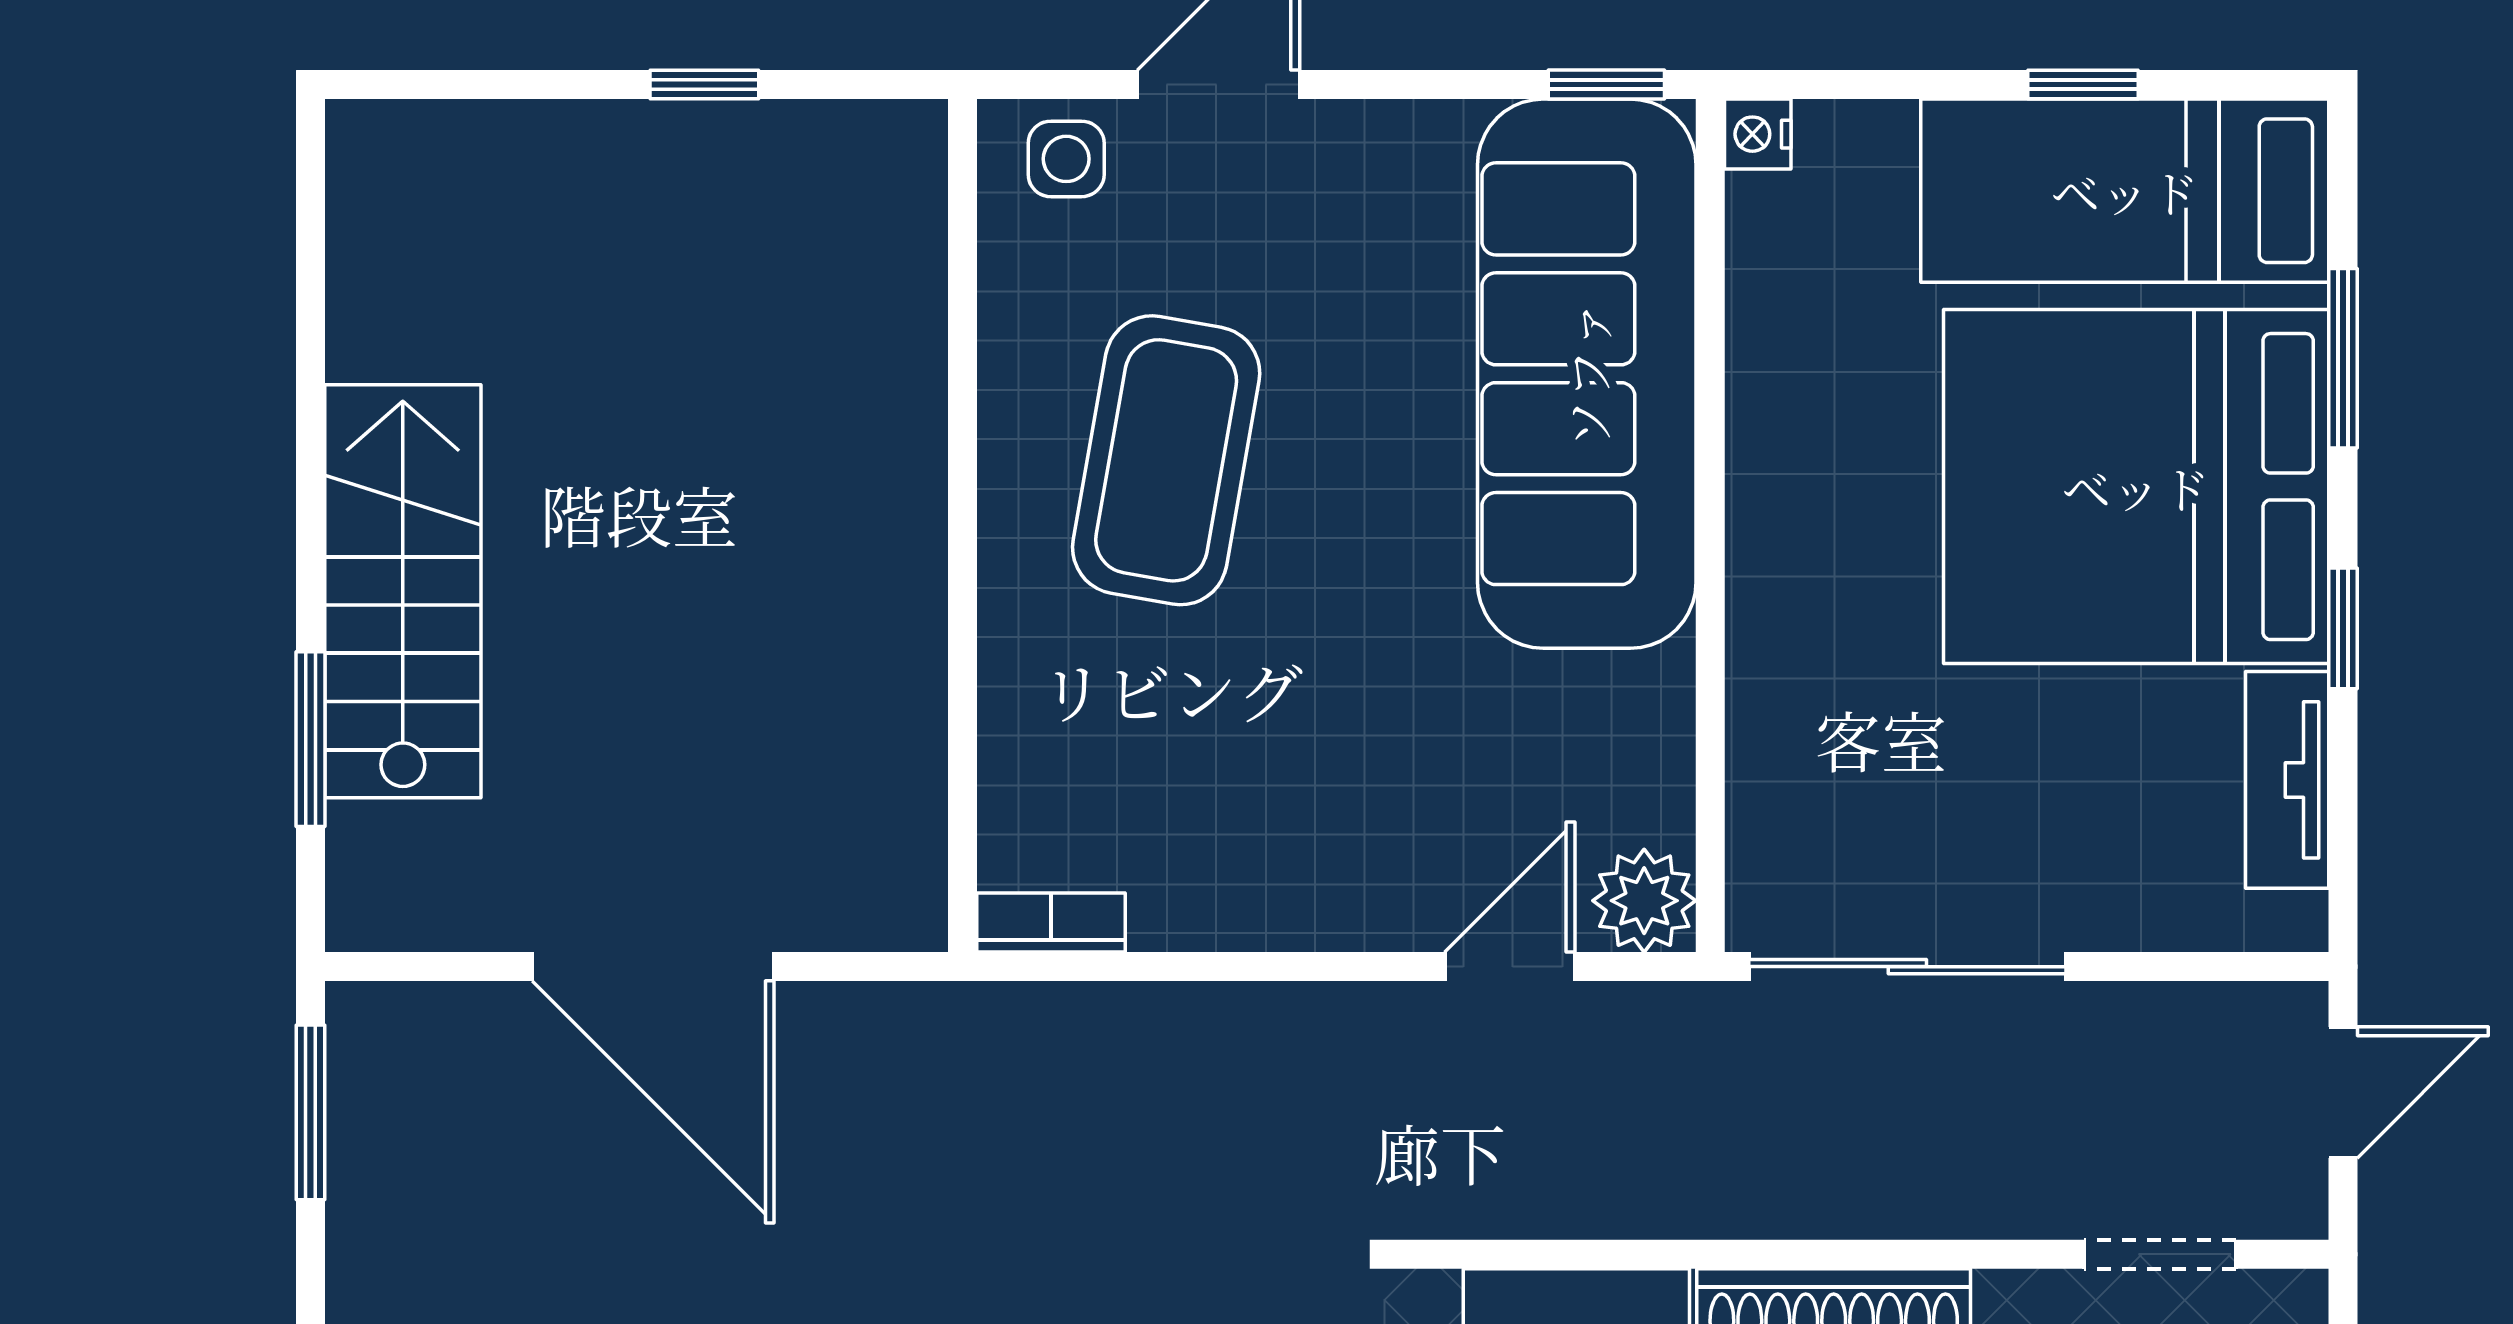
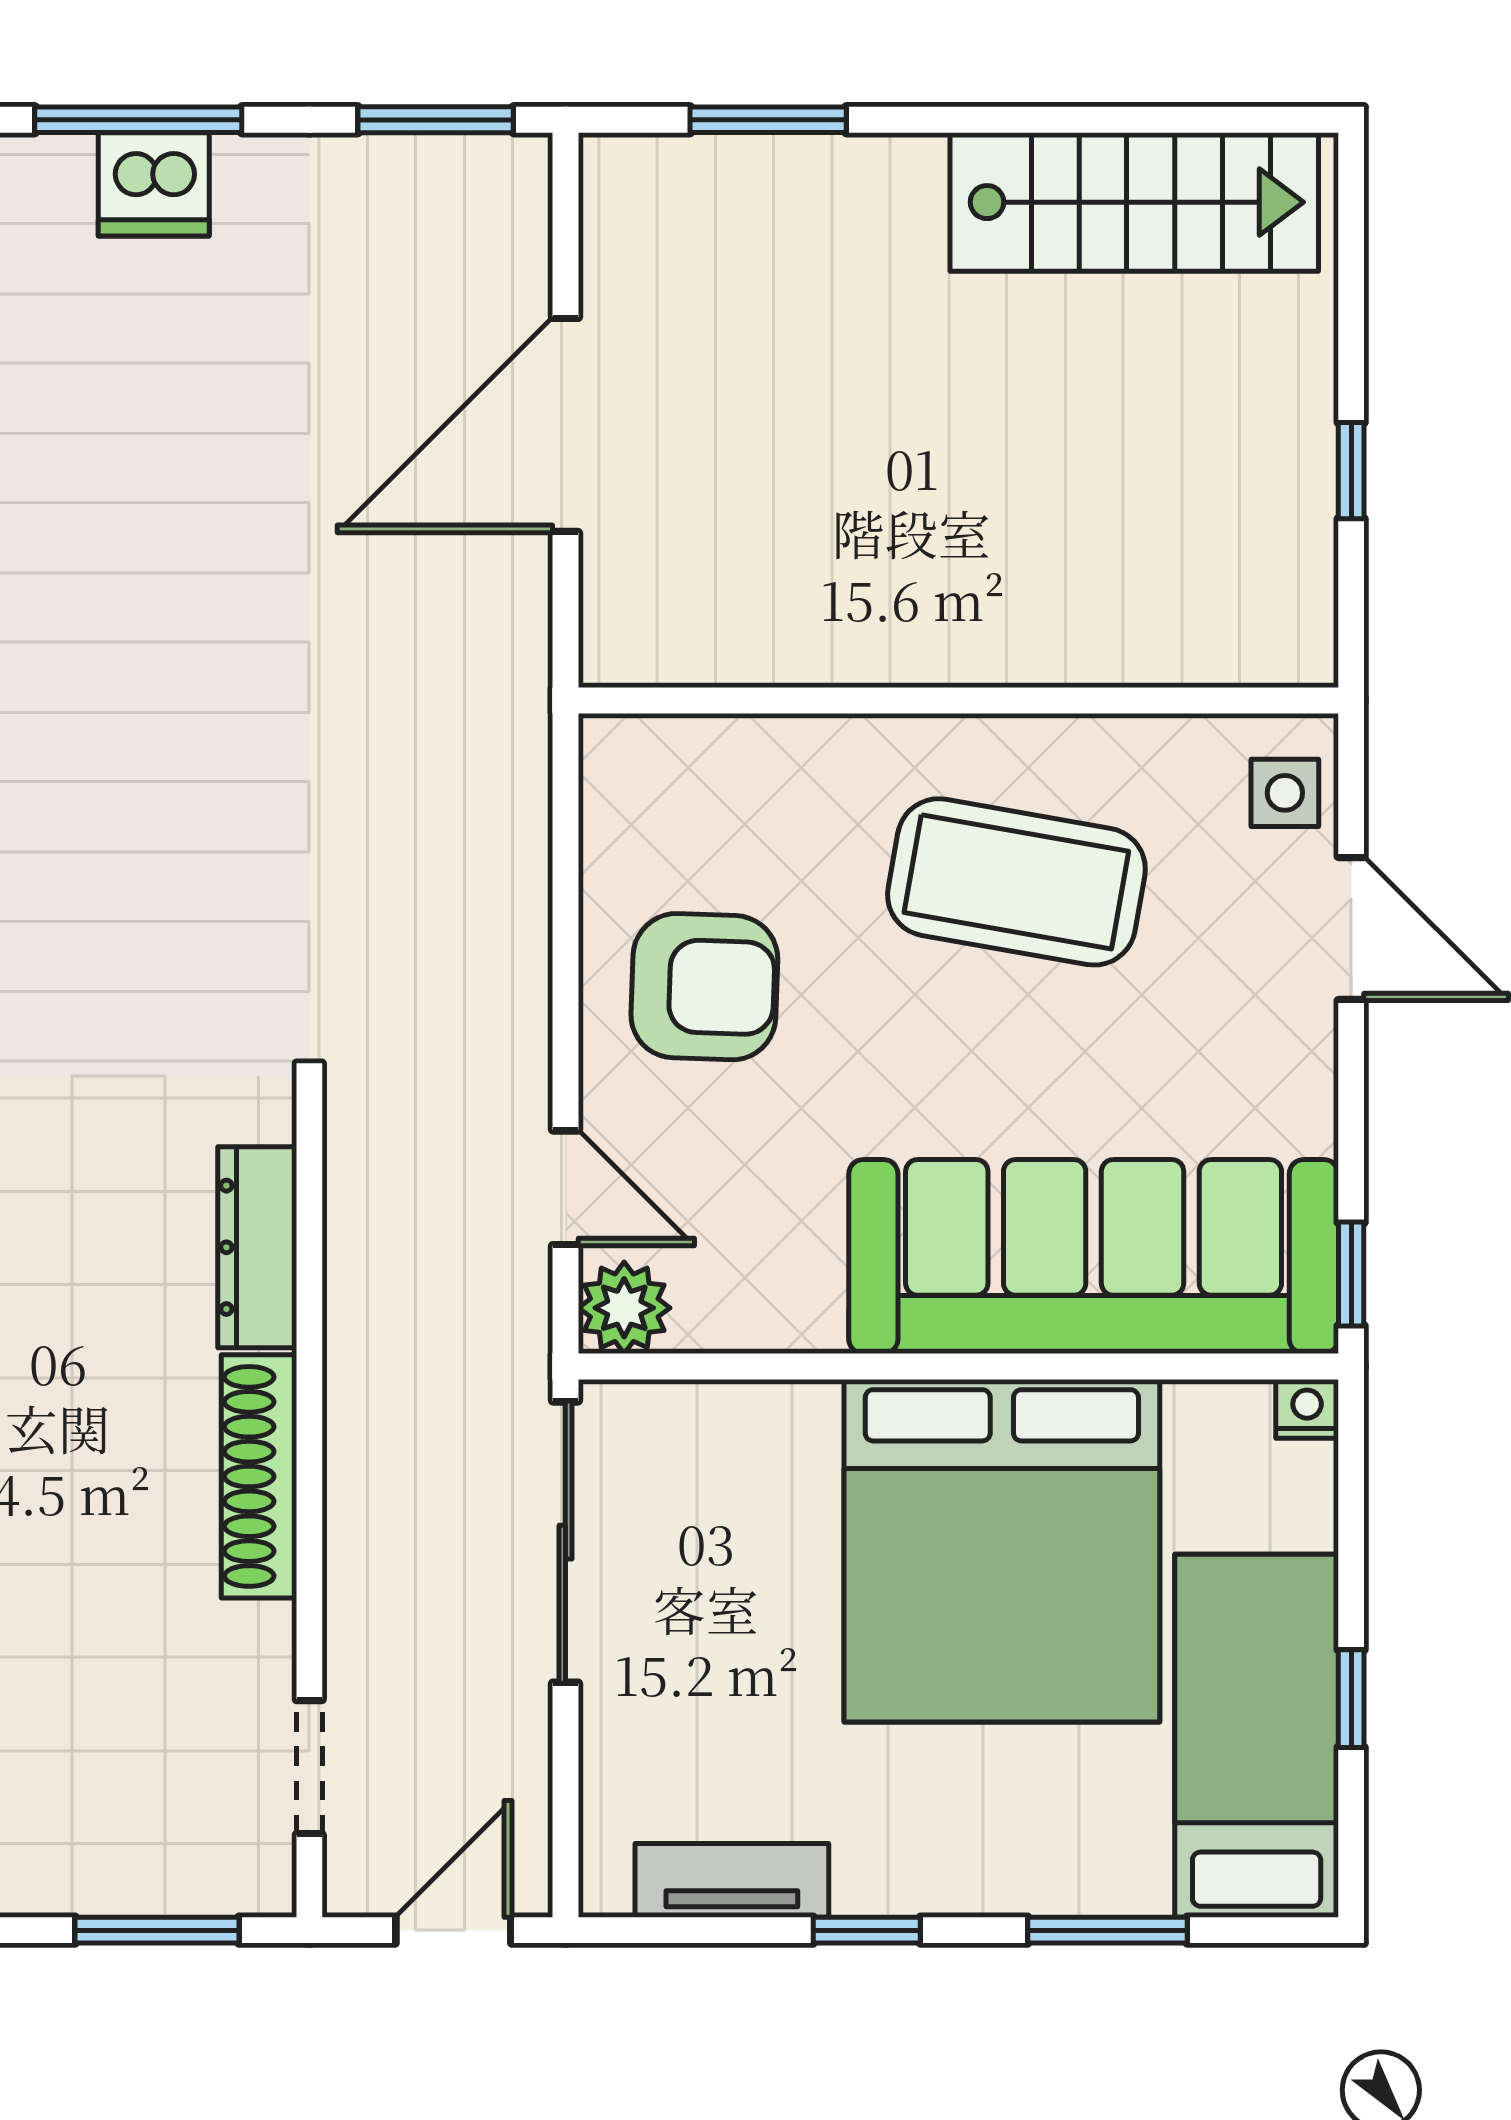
bed: (2136, 487) -> (1002, 1551), moved, turned 180
stairs: (403, 591) -> (1134, 202), moved
armchair: (1284, 811) -> (704, 987), added
bookcase: (1051, 923) -> (605, 779), removed
door: (2343, 1093) -> (453, 1930), swing flipped

